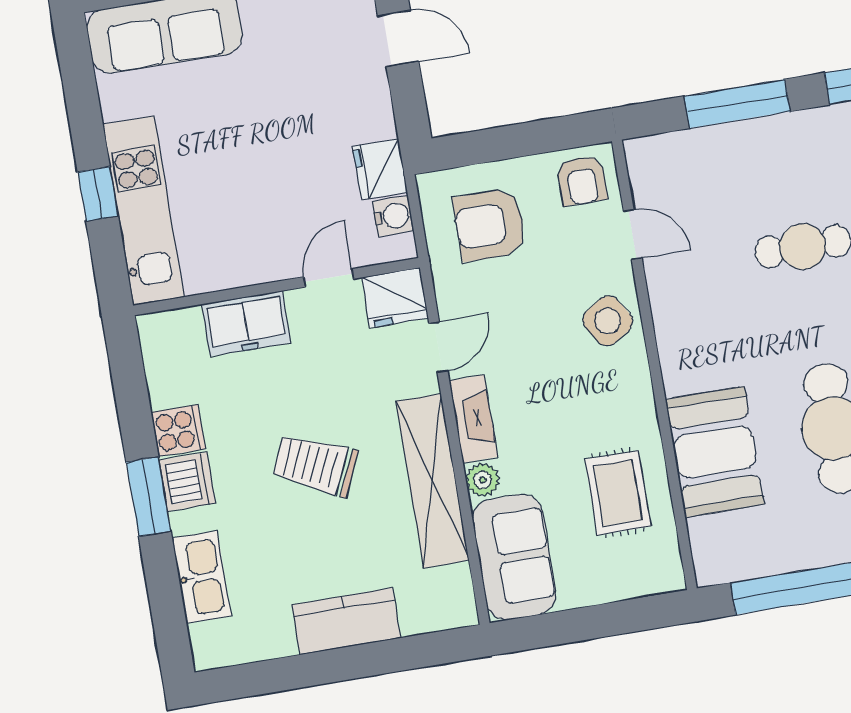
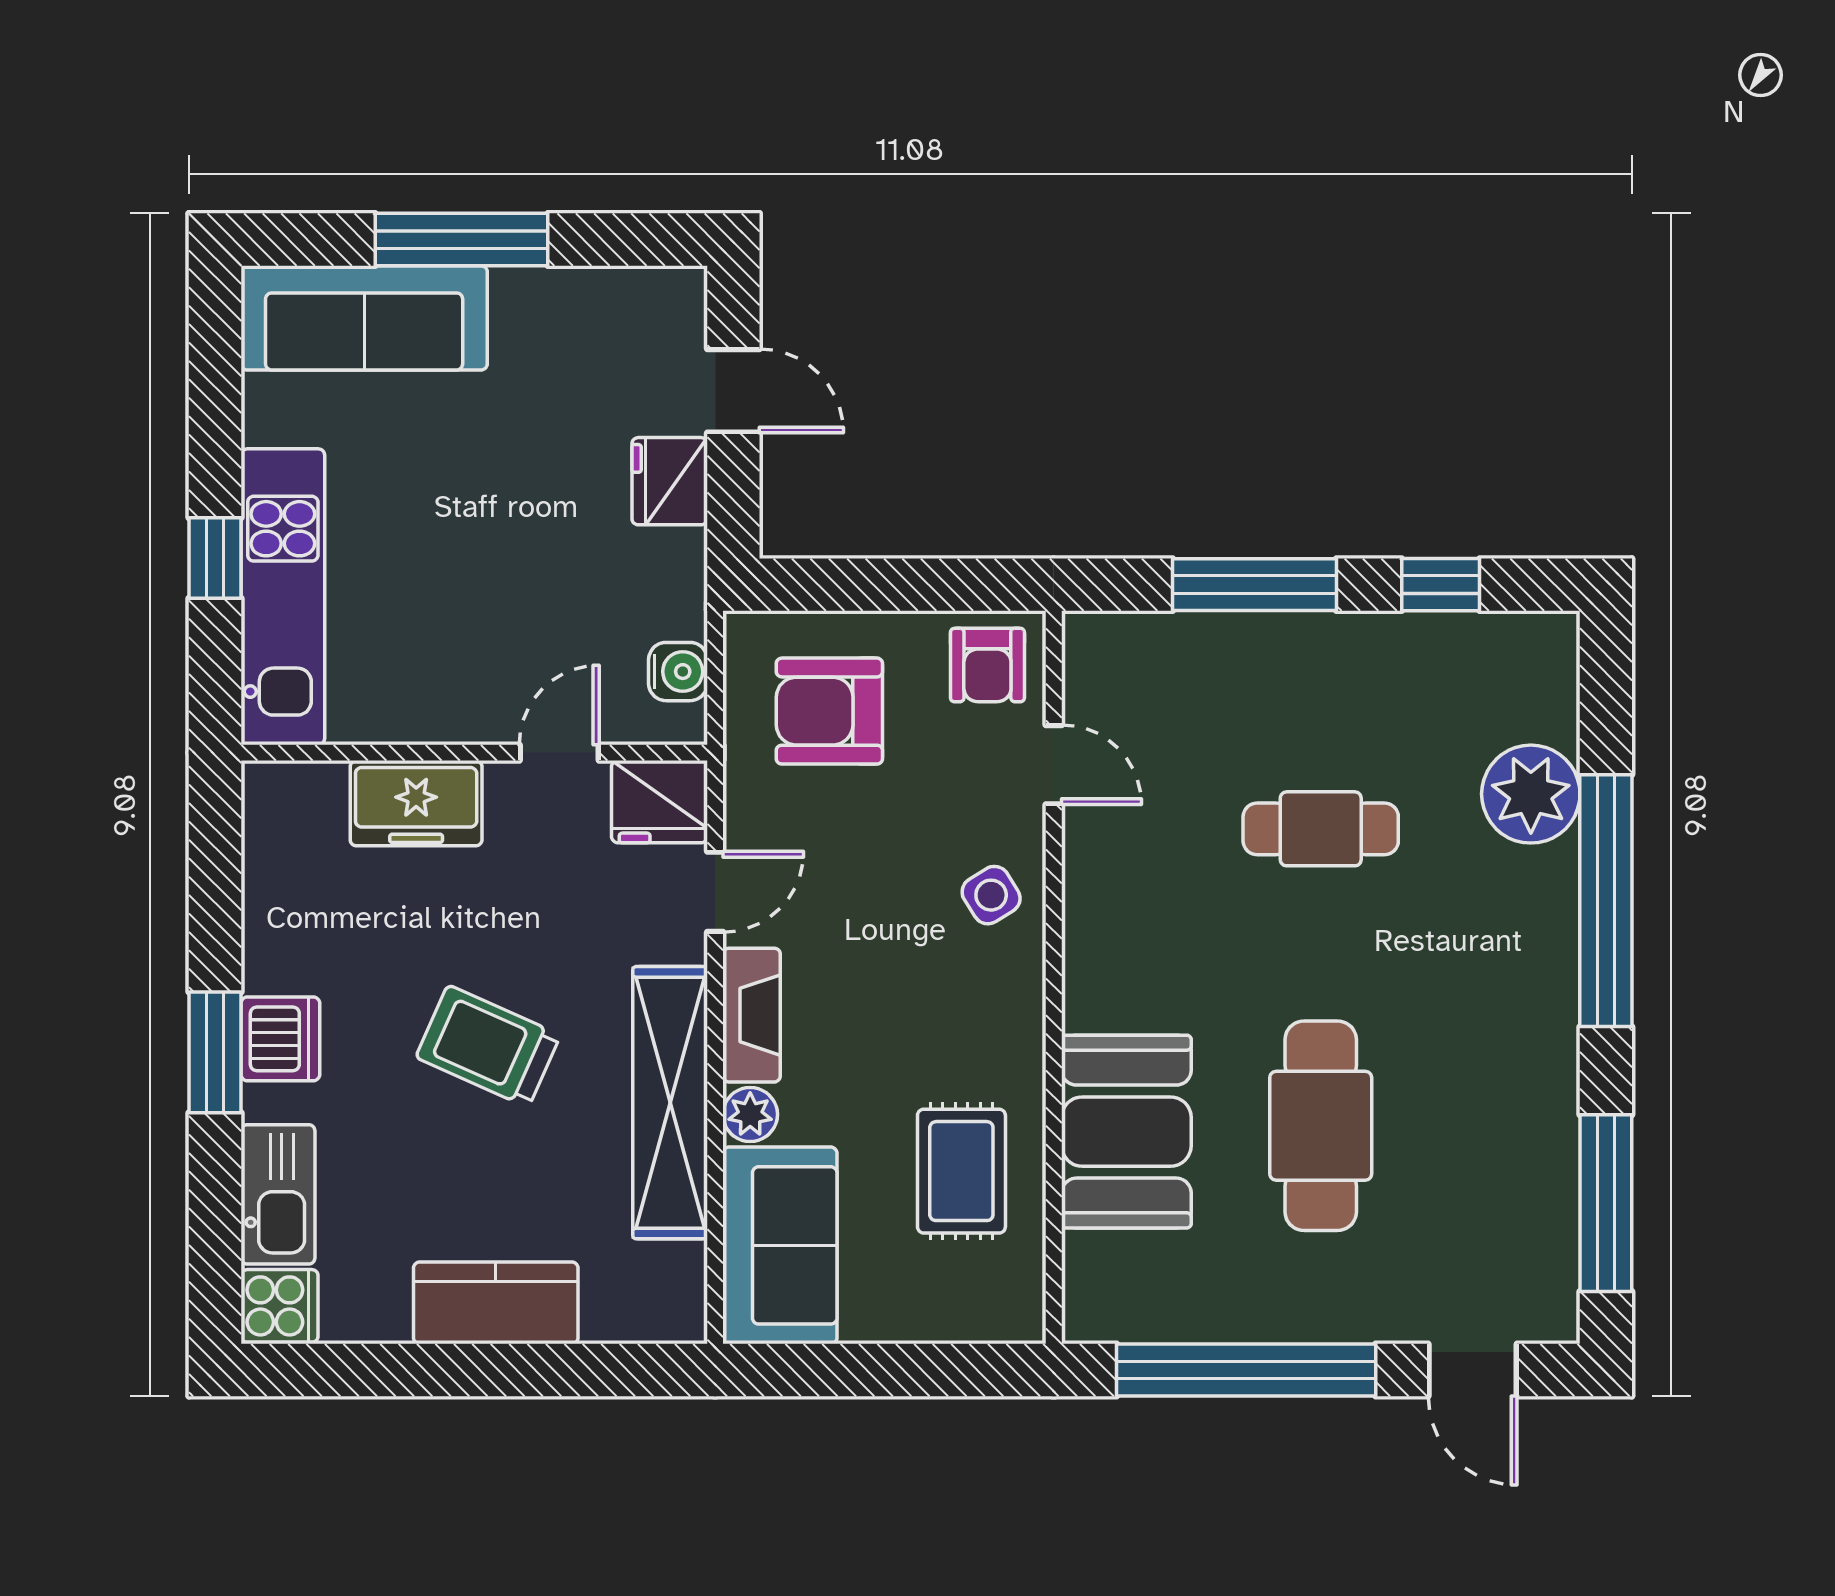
fridge: (380, 169) -> (670, 481), moved
side table: (608, 321) -> (991, 895), width x0.73, depth x0.73
cooker: (178, 431) -> (280, 1306), moved

